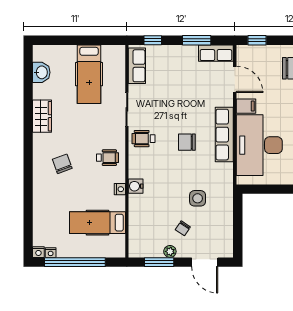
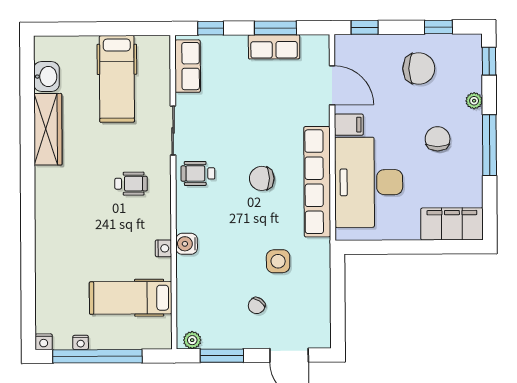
row of seats: (216, 53) -> (274, 47), moved
wardrobe: (42, 116) -> (48, 129), width x1.50
row of seats: (224, 135) -> (317, 182), width x1.36
wheelchair: (108, 158) -> (131, 184), moved
chair: (62, 164) -> (78, 211), removed
plant: (170, 251) -> (192, 340), moved
nightstand: (51, 253) -> (81, 342), moved

